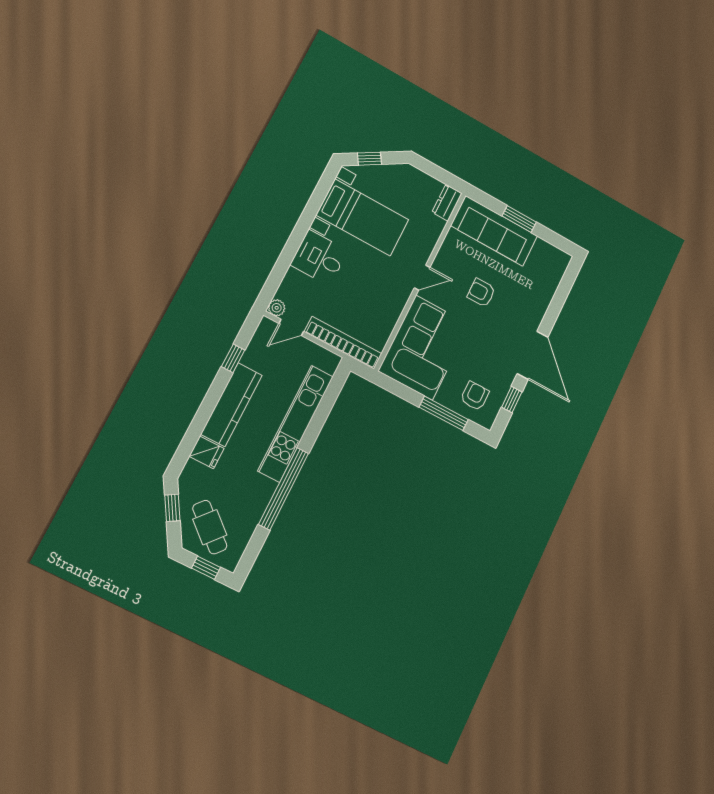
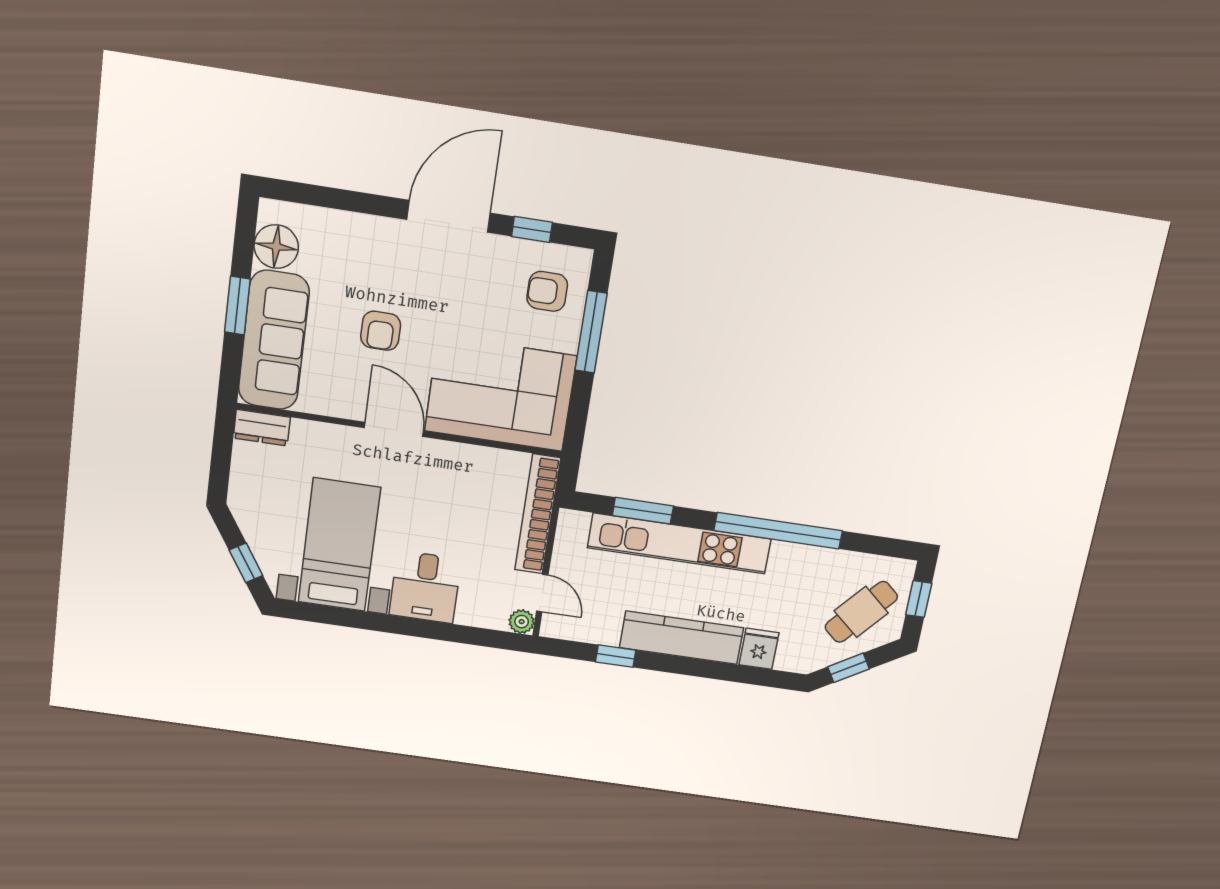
floor lamp: (544, 254) -> (276, 247), added
door: (422, 278) -> (394, 429), width x1.38
window: (324, 408) -> (643, 511), added

